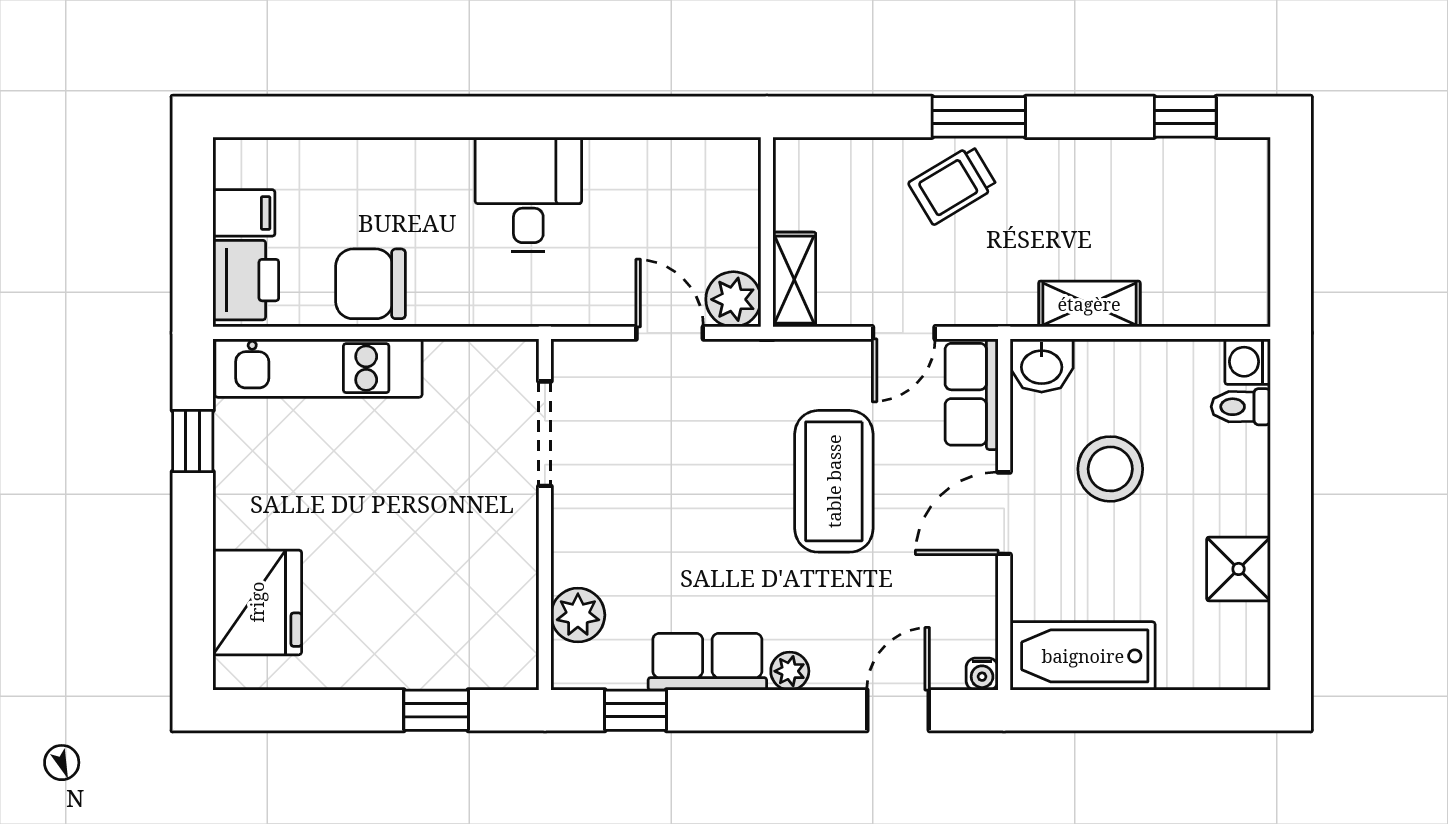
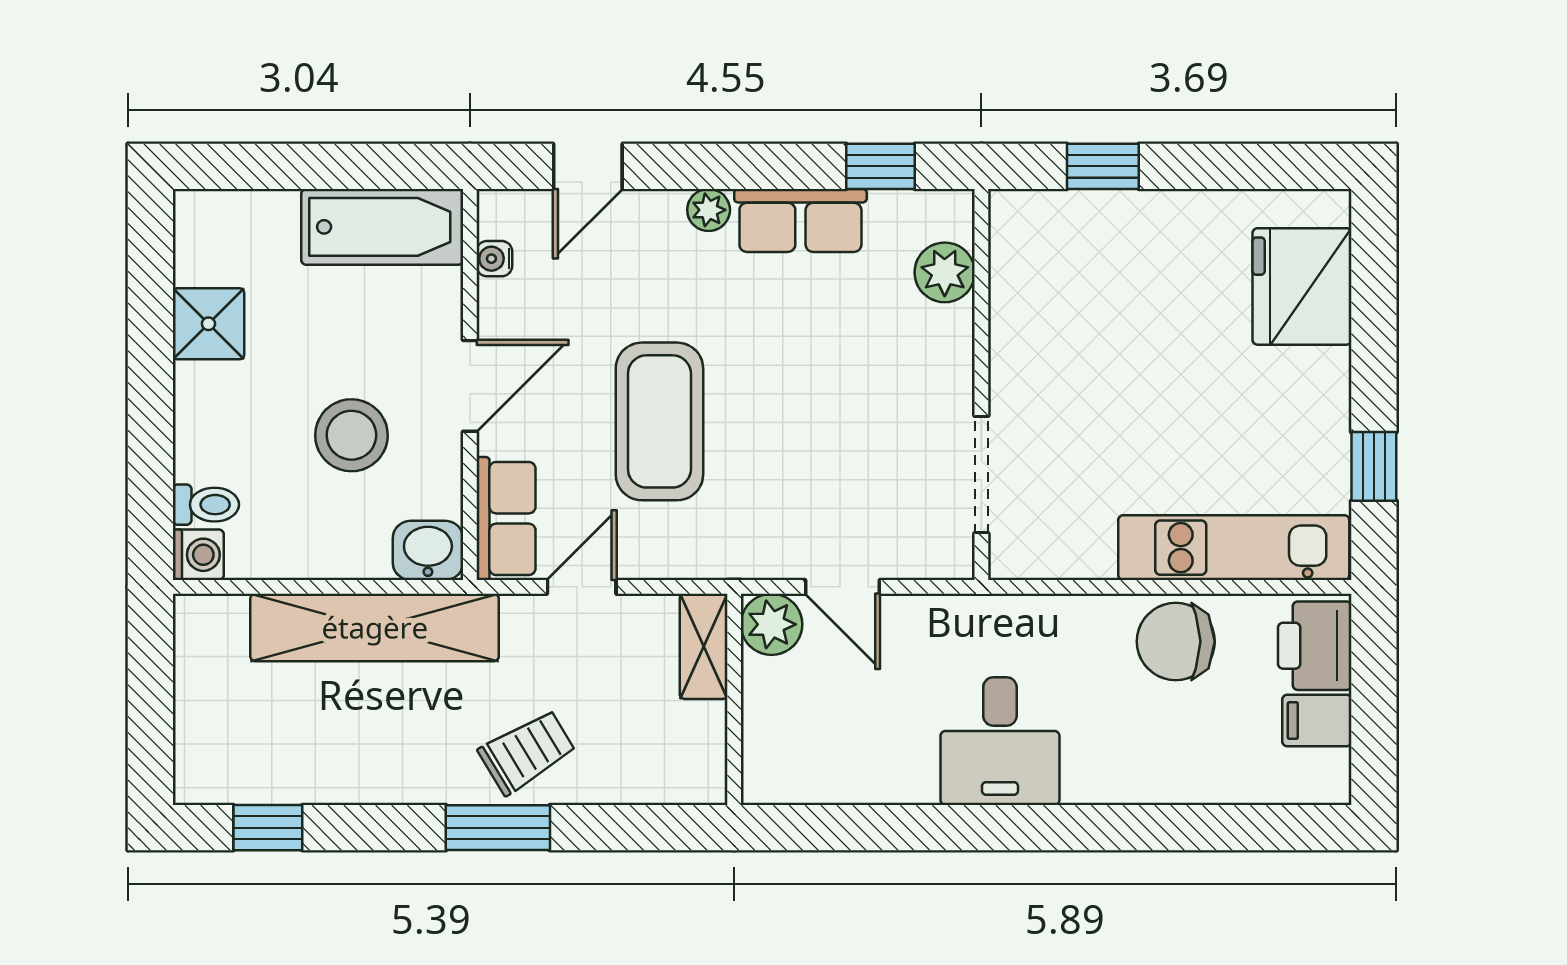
chair: (371, 284) -> (1176, 641), turned 180
shelving: (1089, 304) -> (375, 627), width x2.20, depth x1.33
water cooler: (982, 674) -> (494, 259), moved, turned -90

